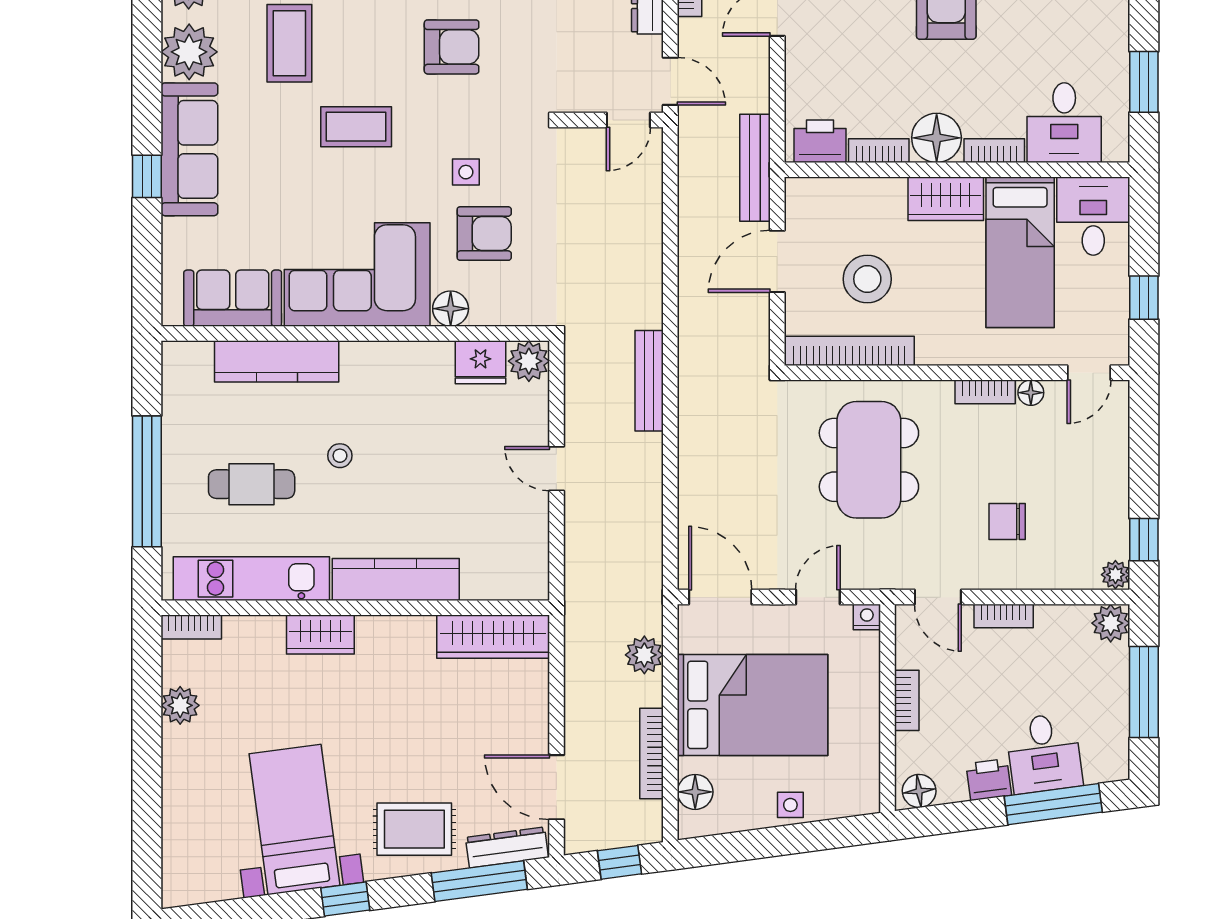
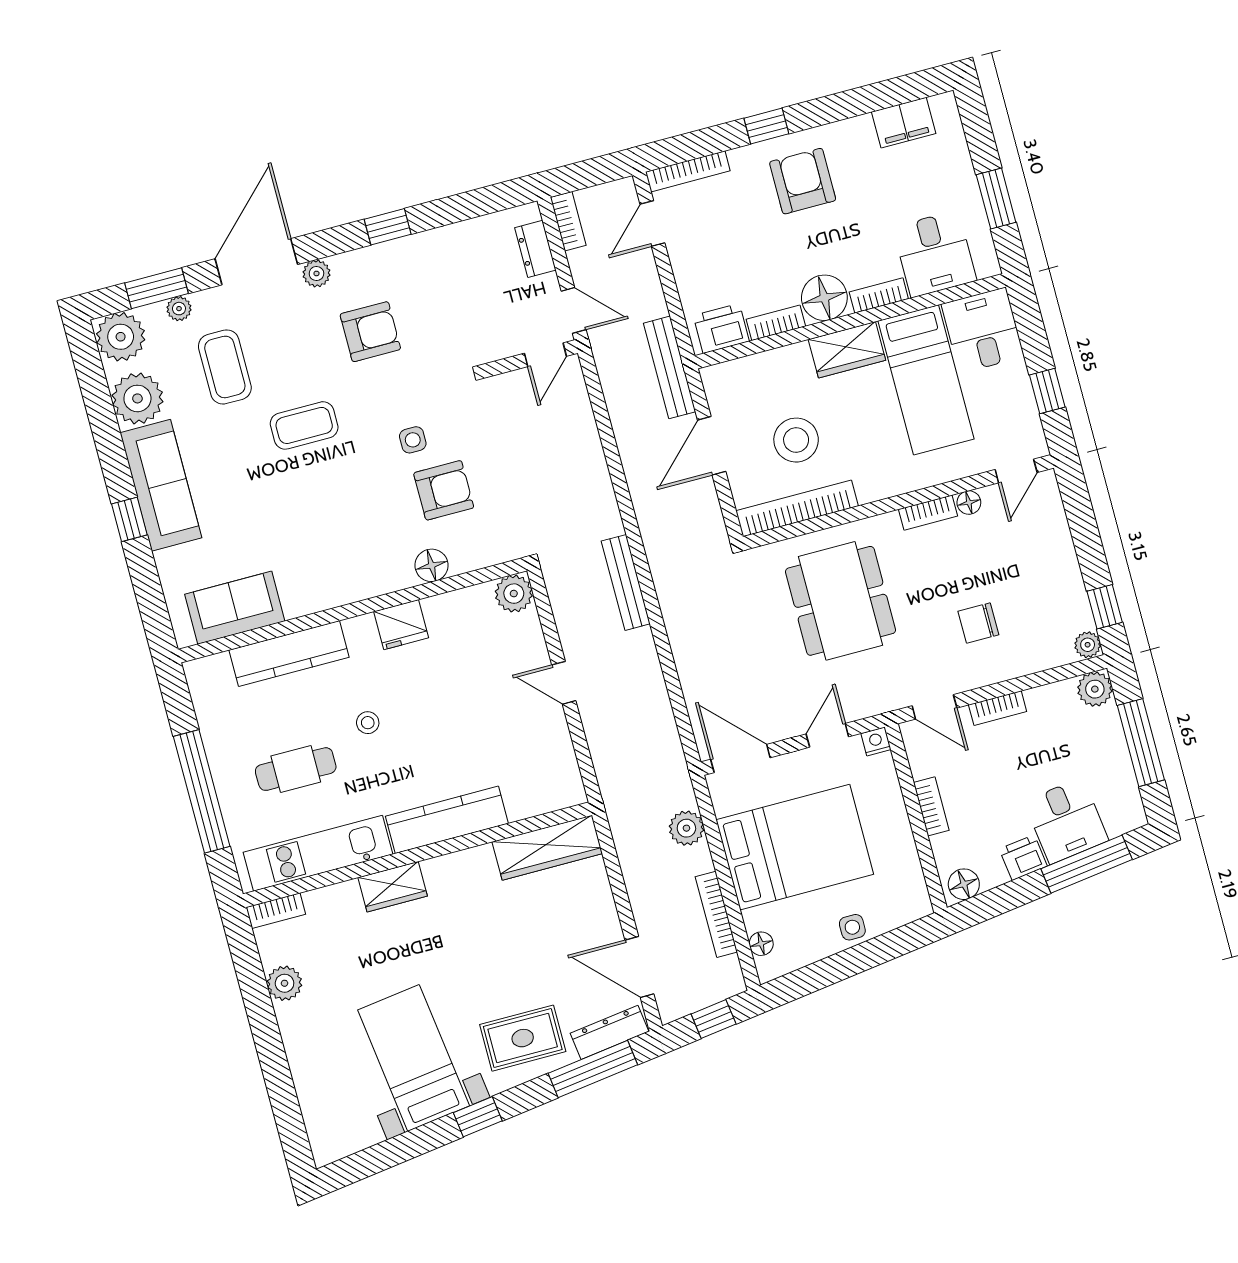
corner sofa: (357, 274) -> (340, 557), removed
fridge: (480, 362) -> (401, 625), moved
floor lamp: (695, 792) -> (761, 944), width x0.73, depth x0.73

